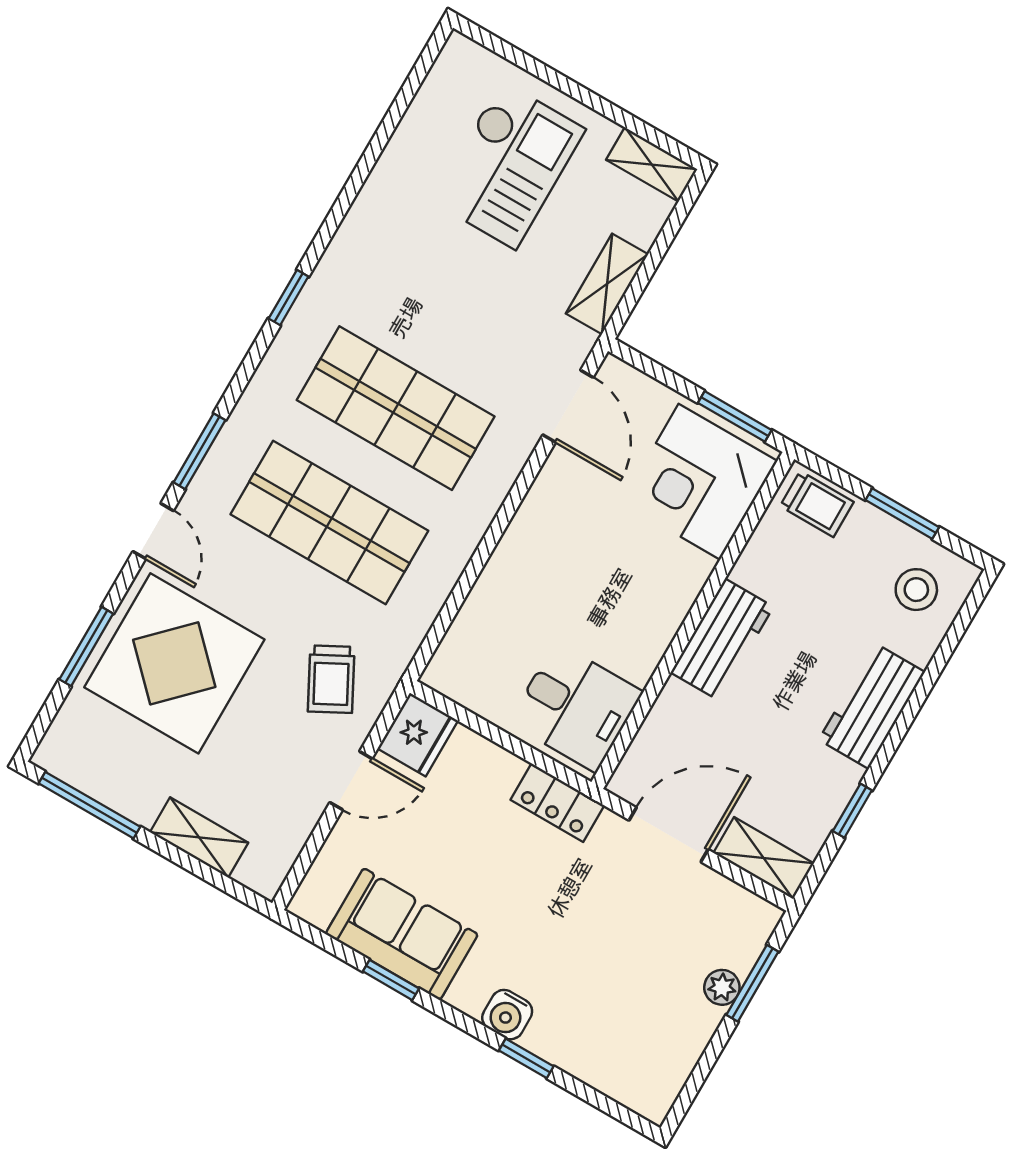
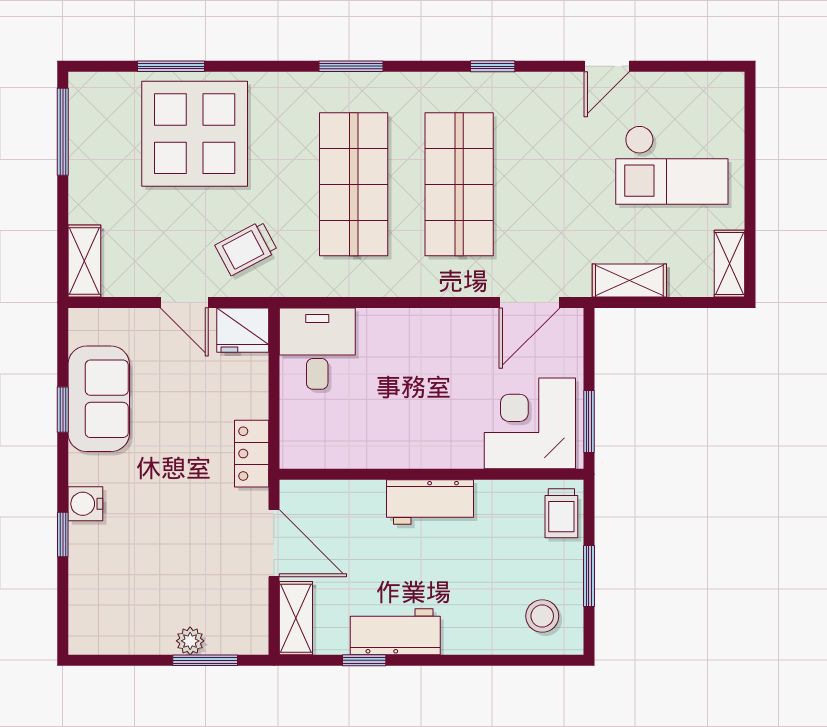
door: (153, 531) -> (607, 66), moved
workbench: (872, 706) -> (395, 632), moved
desk: (576, 707) -> (317, 349), moved, turned 180
shelving: (199, 837) -> (84, 261), moved

